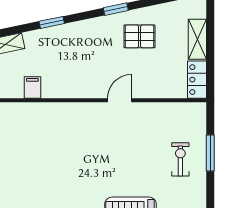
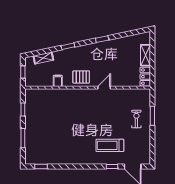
pallet: (140, 36) -> (81, 77), moved

